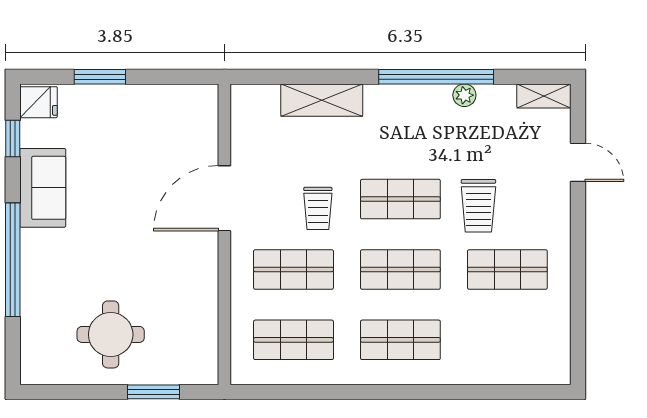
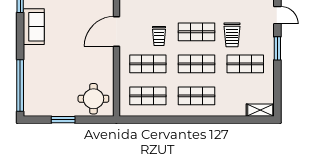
window: (578, 236) -> (277, 48), added
window: (13, 260) -> (20, 86), moved
round table: (111, 334) -> (93, 99), moved
shelving: (540, 371) -> (260, 110), added
window: (154, 392) -> (63, 120), moved

